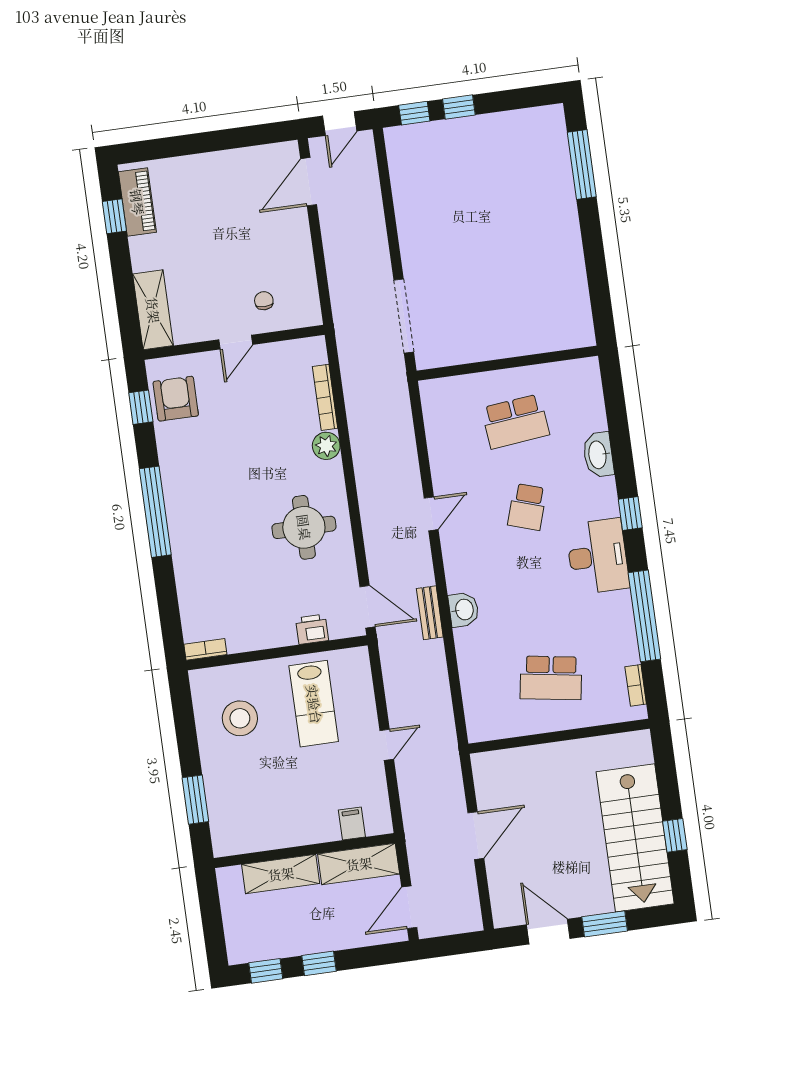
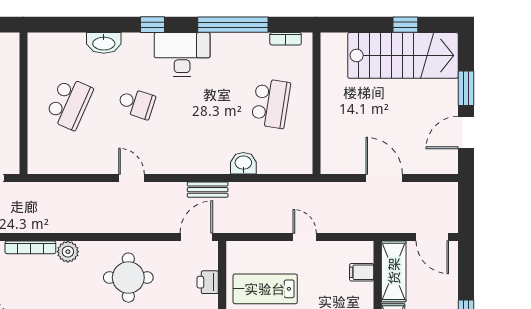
school desk: (515, 421) -> (69, 103), turned 30
washbasin: (464, 610) -> (243, 163), moved
lab bench: (314, 704) -> (265, 289), turned 180

